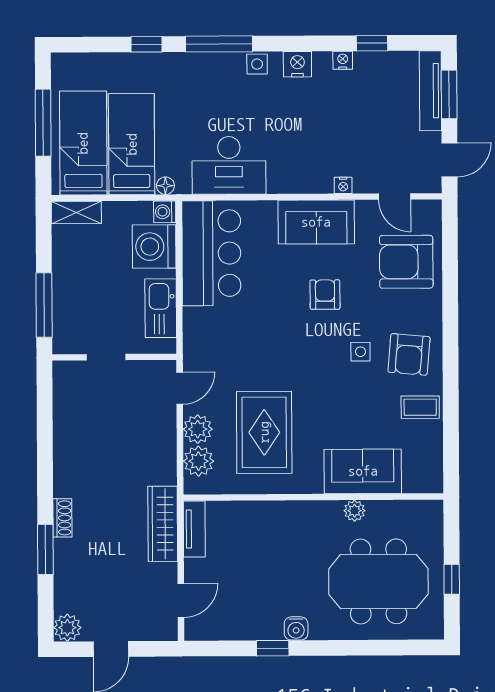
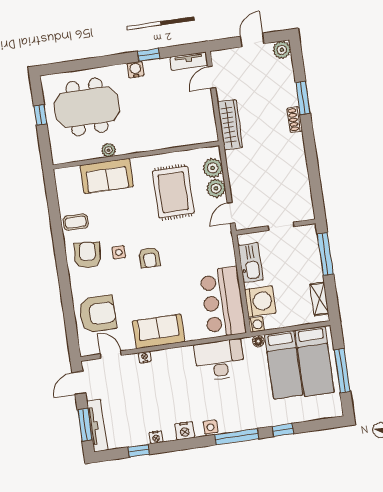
shelving: (76, 212) -> (319, 299), moved, turned 90
armchair: (325, 295) -> (150, 258), moved
tv unit: (194, 529) -> (189, 61), moved, turned -90

